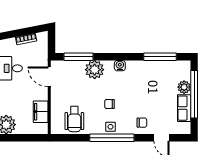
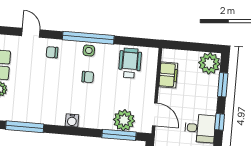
plant: (95, 70) -> (124, 120), moved

